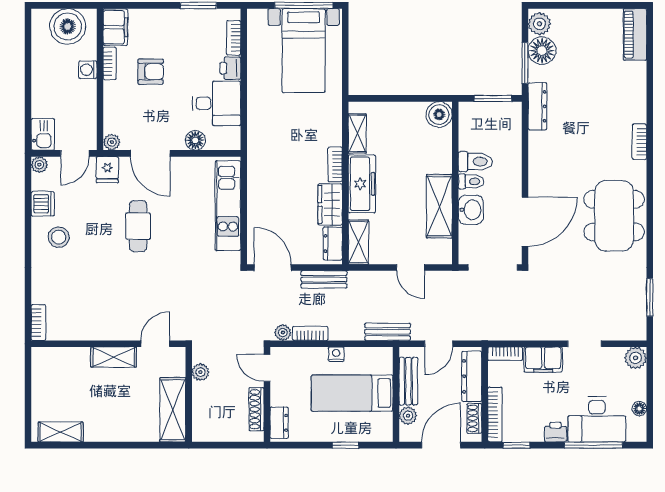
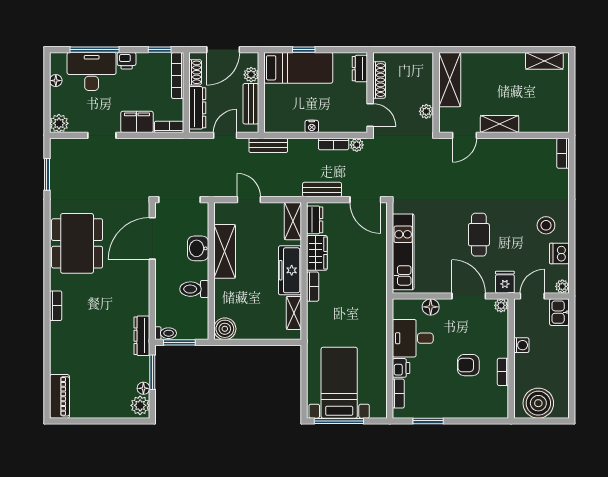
filing cabinet: (115, 27) -> (498, 402), removed
floor lamp: (542, 51) -> (143, 388), width x0.53, depth x0.53
washing machine: (88, 70) -> (521, 345), moved
toilet: (471, 181) -> (166, 333), moved, turned 180
bed: (352, 393) -> (298, 68), moved

